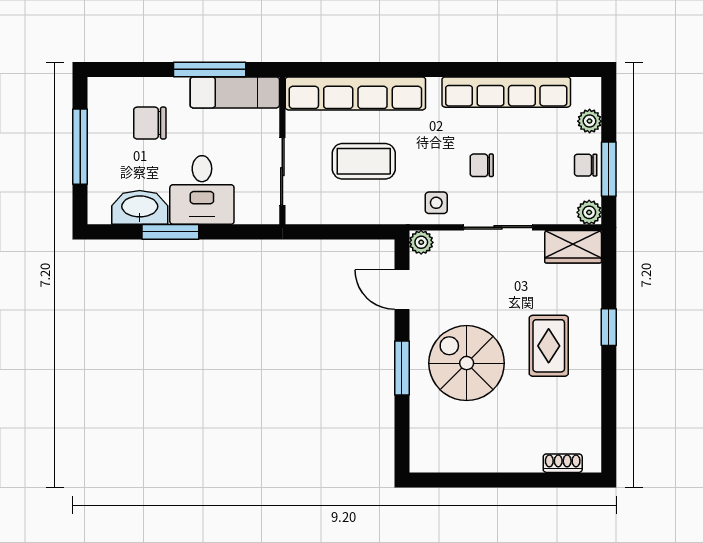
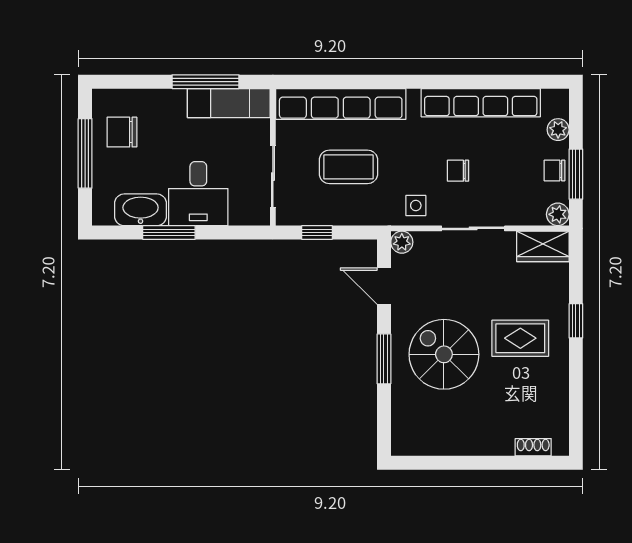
chair: (150, 123) -> (122, 132), moved
window: (330, 232) -> (317, 232), added
rug: (549, 346) -> (520, 338), turned 90

